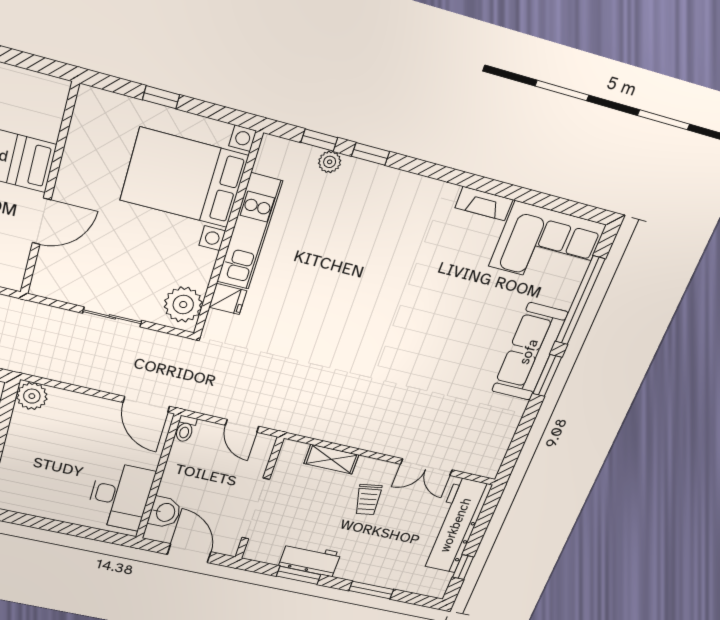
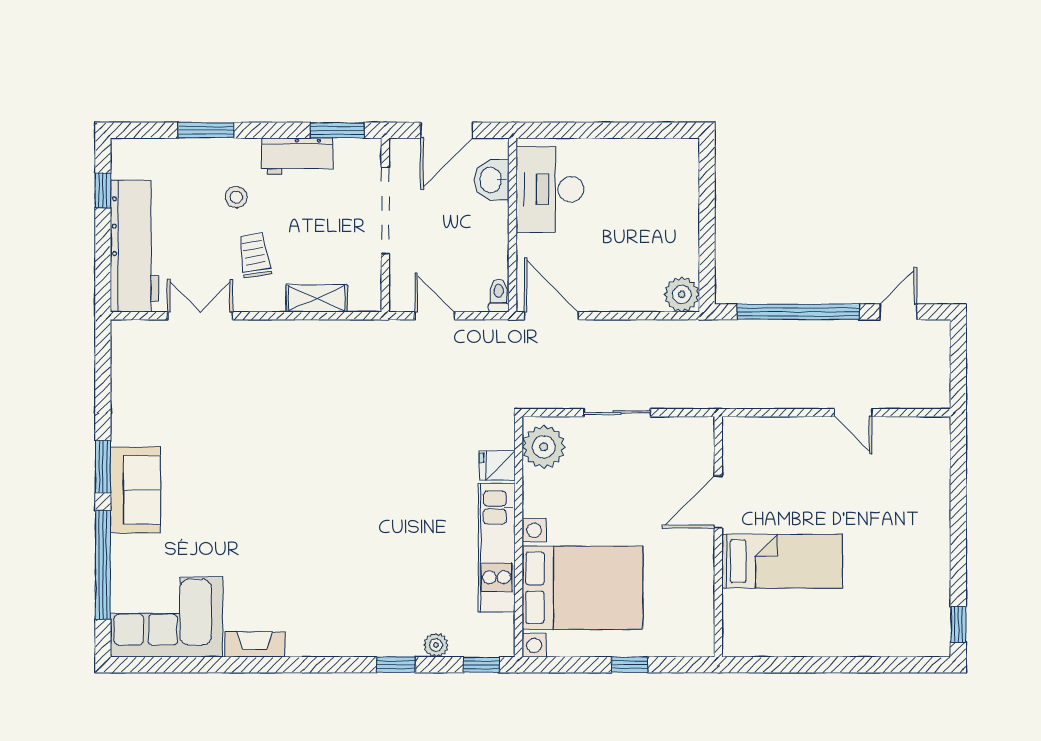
window: (319, 140) -> (481, 665), moved
sofa: (529, 352) -> (135, 490), width x0.73
stool: (366, 542) -> (236, 197), added
door: (189, 553) -> (447, 130), hinge flipped
window: (299, 575) -> (337, 130), moved

